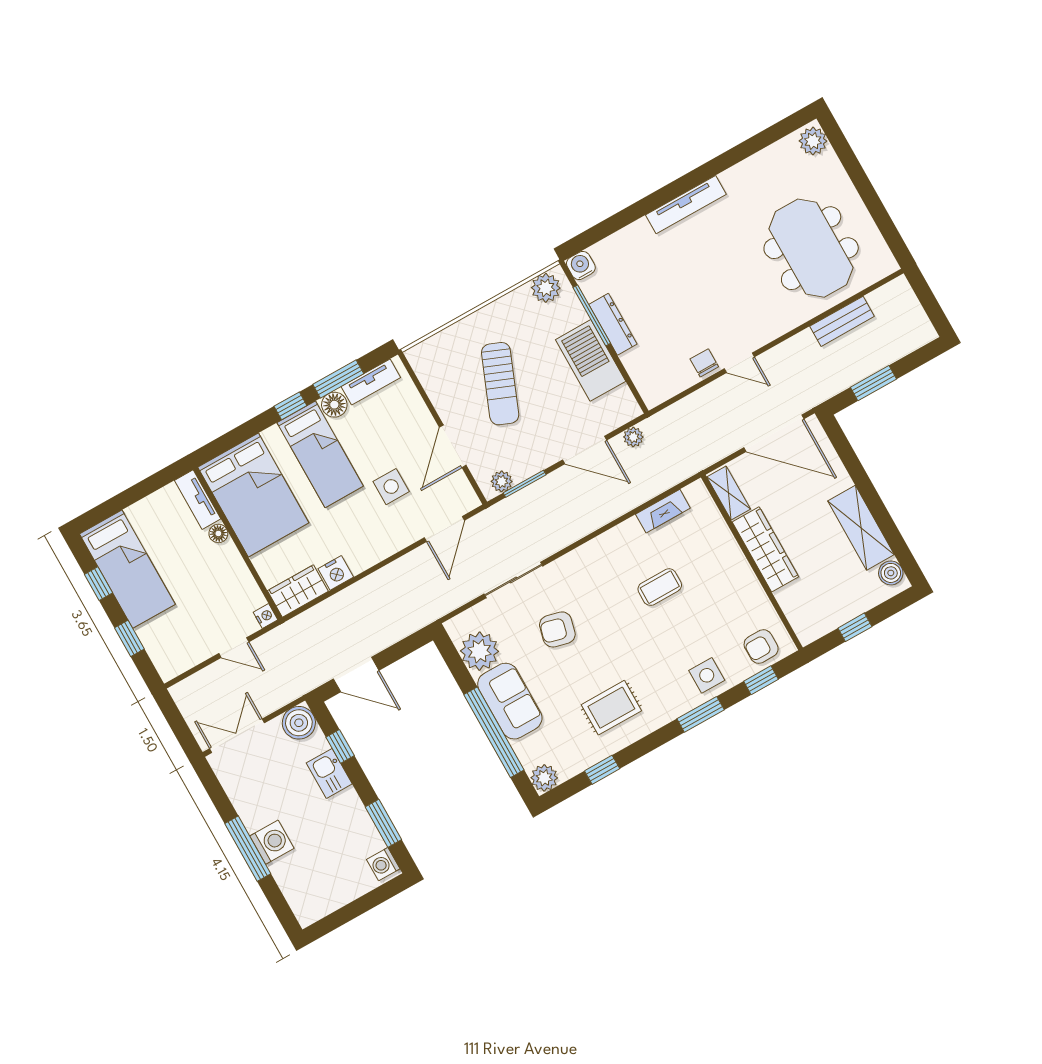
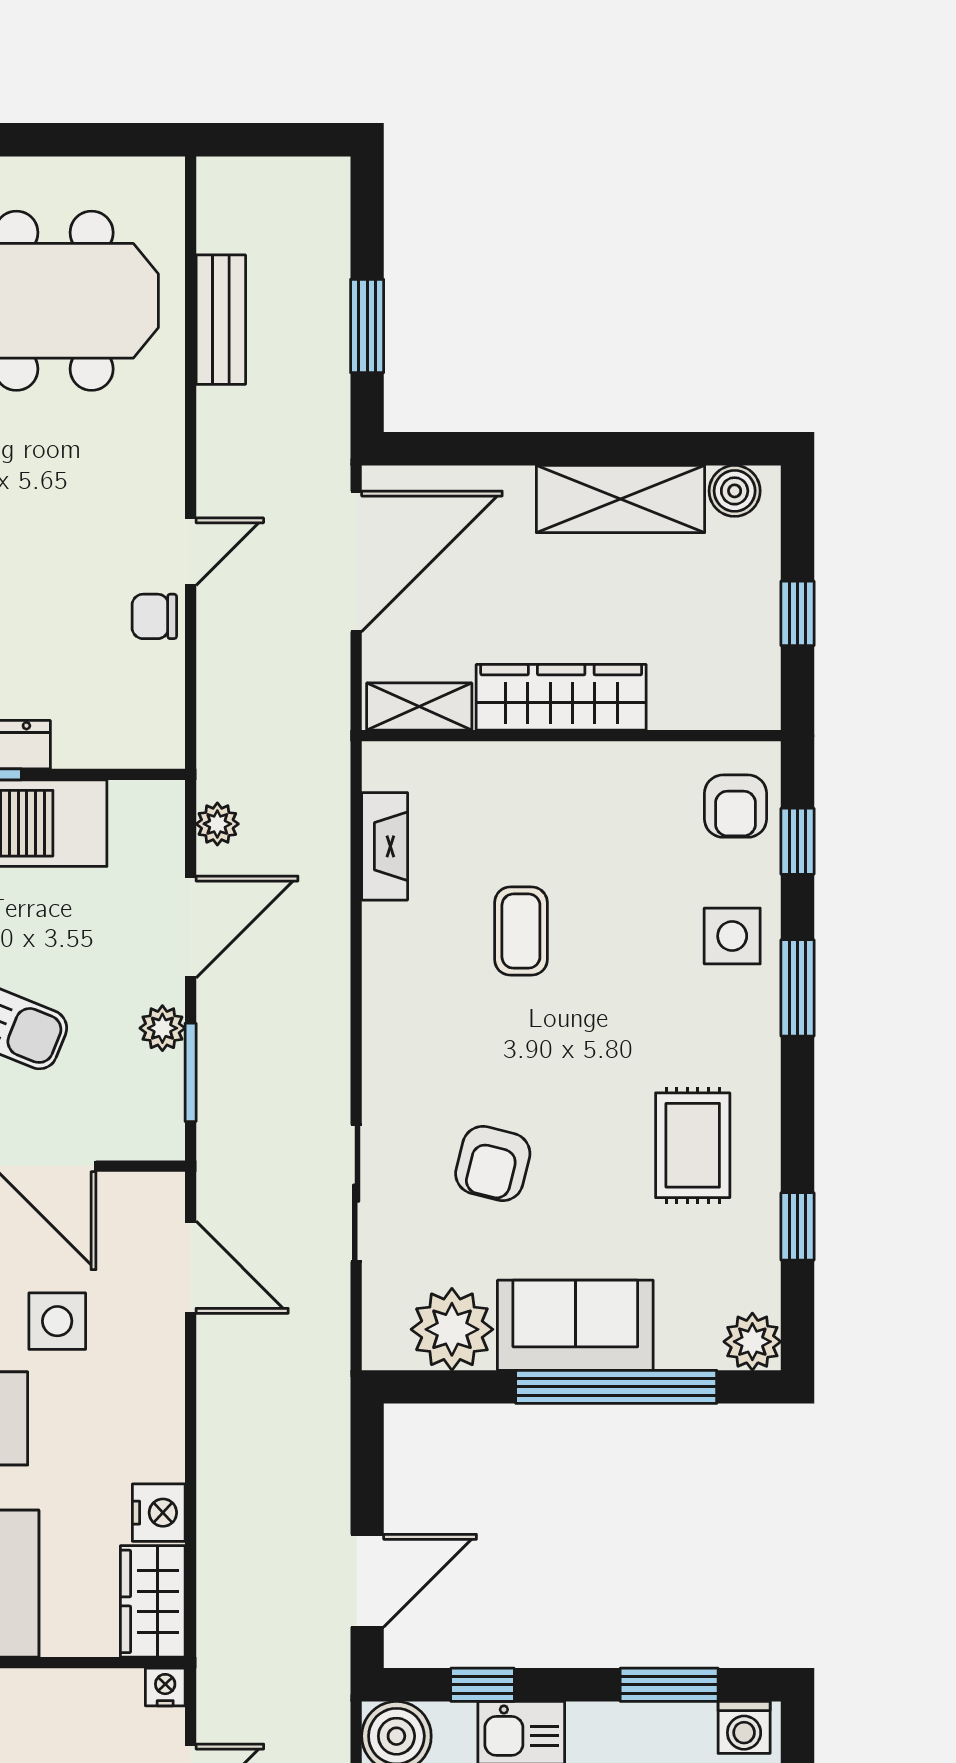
plant: (502, 481) -> (162, 1028), moved

